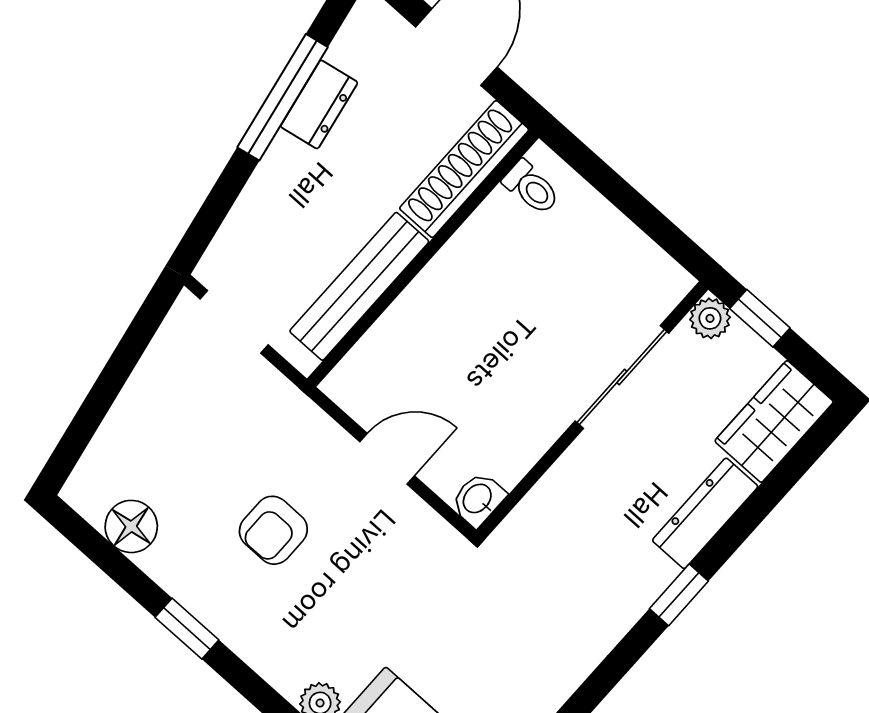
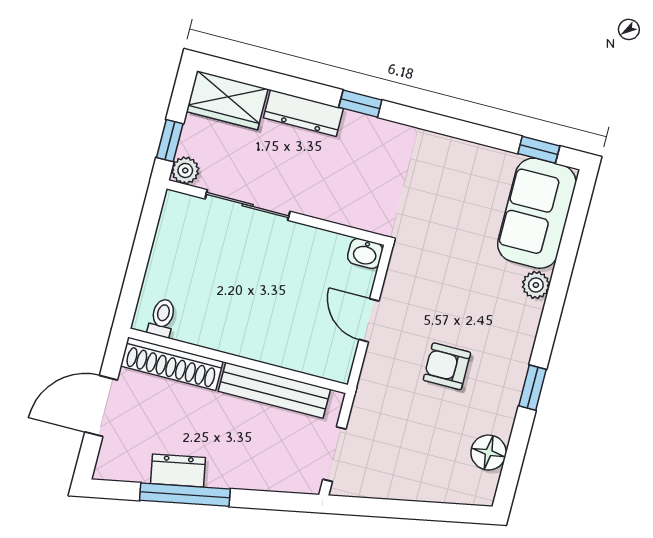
armchair: (273, 530) -> (447, 366), turned 180

